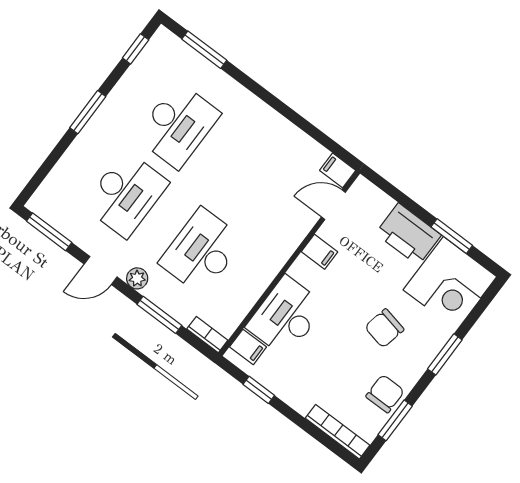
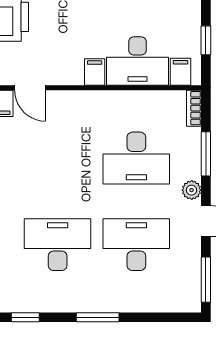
filing cabinet: (319, 252) -> (95, 72), moved

